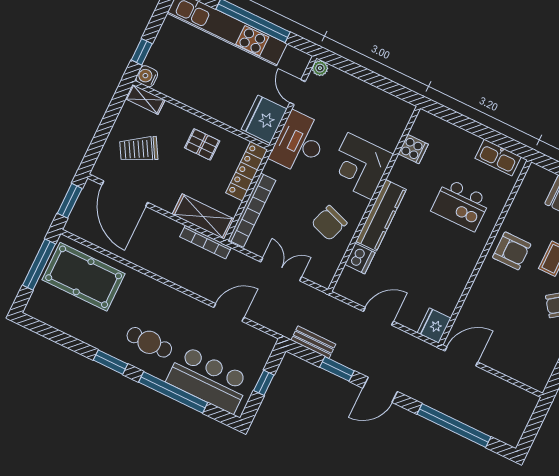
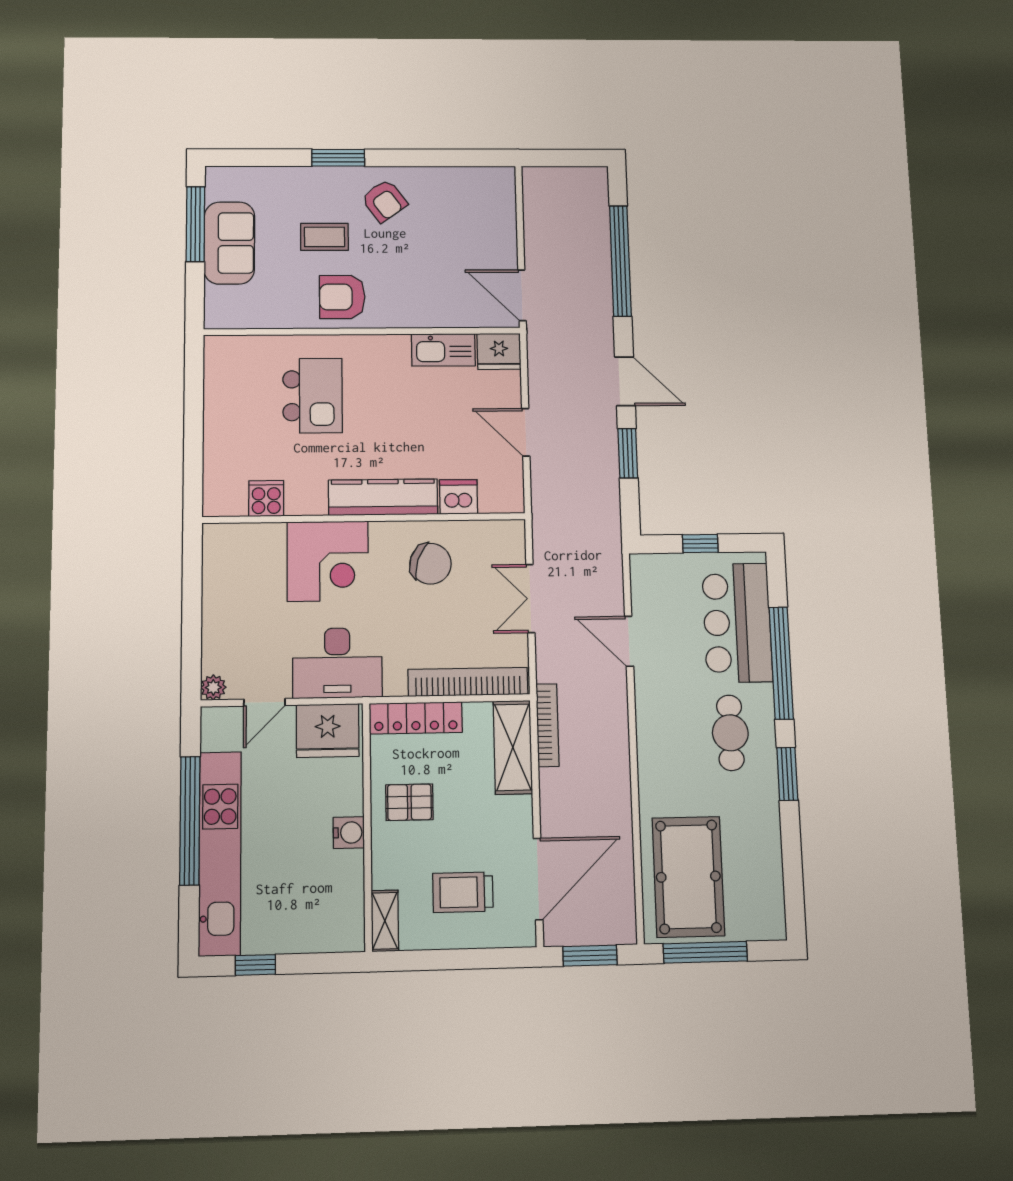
window: (142, 52) -> (255, 965), moved
water cooler: (147, 76) -> (349, 833), moved, turned -90
pallet: (202, 144) -> (409, 802), turned 90
trolley: (139, 149) -> (463, 892), turned 120
kitchen sink: (498, 158) -> (443, 350), moved, turned 90
armchair: (512, 251) -> (342, 297), turned -90
bench: (313, 342) -> (608, 503), removed

